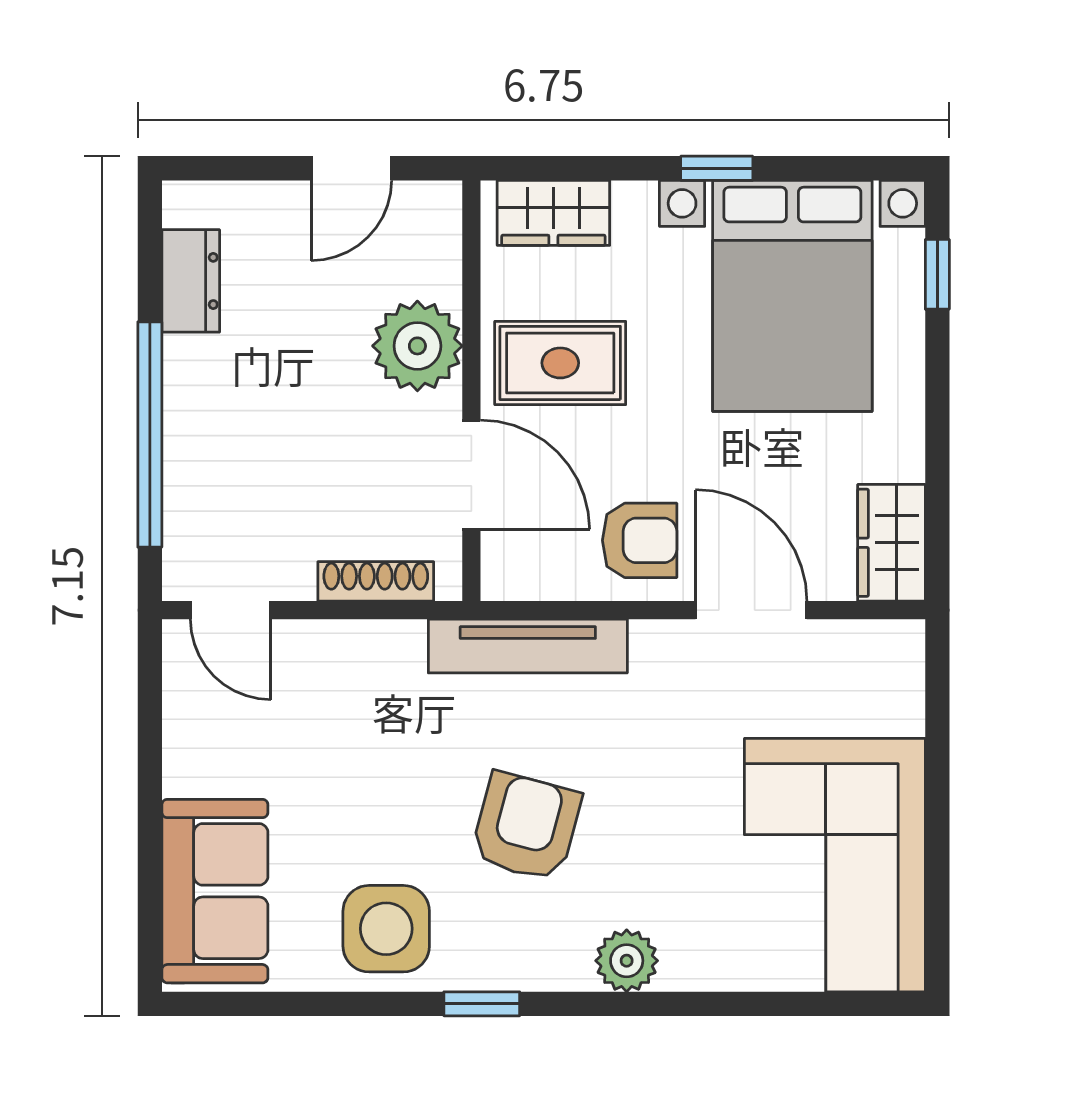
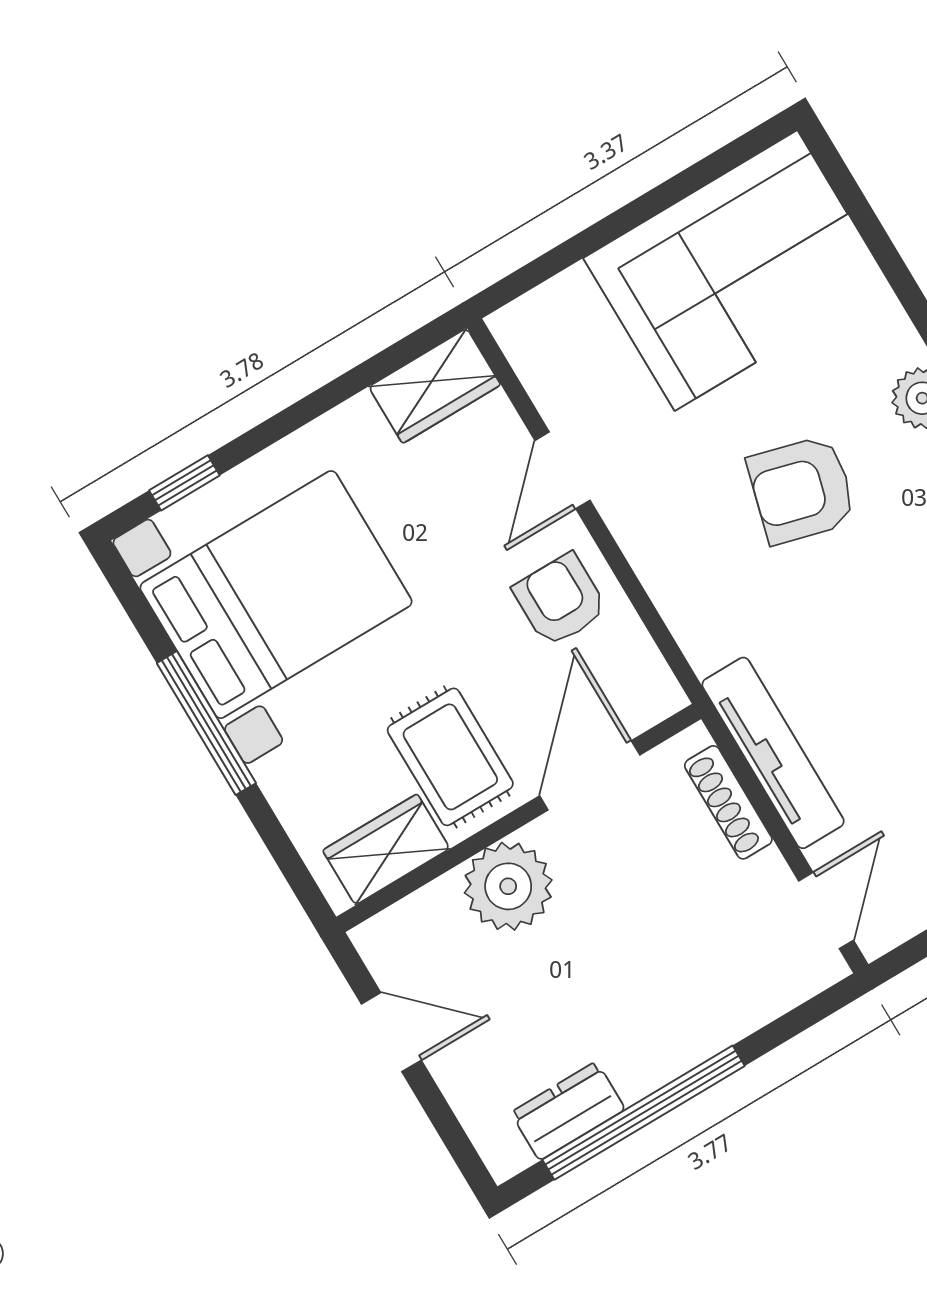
window: (717, 168) -> (206, 723), width x2.17
wardrobe: (553, 213) -> (386, 849), moved, turned -90
window: (150, 434) -> (643, 1113), moved
door: (751, 610) -> (563, 470), width x0.73
tv unit: (528, 646) -> (773, 753), moved
armchair: (526, 827) -> (802, 490), moved

